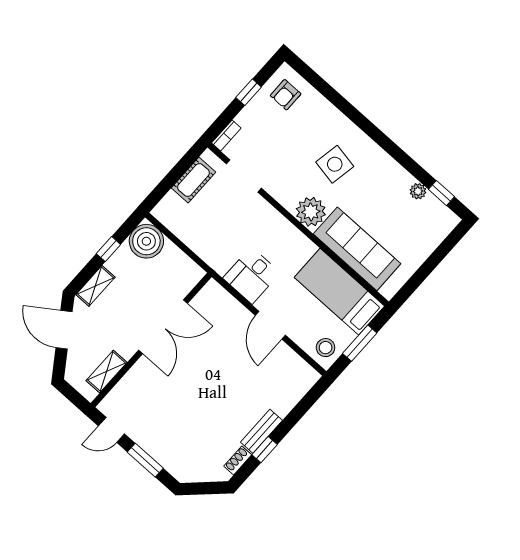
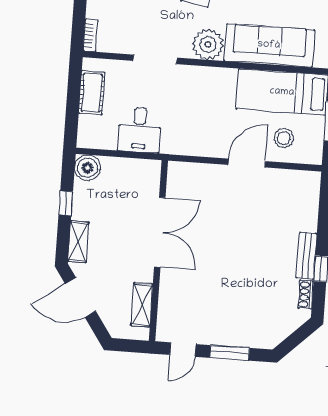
doorway: (244, 176) -> (155, 59), moved
boiler: (146, 241) -> (88, 168), width x0.73, depth x0.73
desk: (252, 275) -> (139, 130), moved
door: (270, 325) -> (247, 163), swing flipped
stool: (326, 348) -> (284, 138), moved

